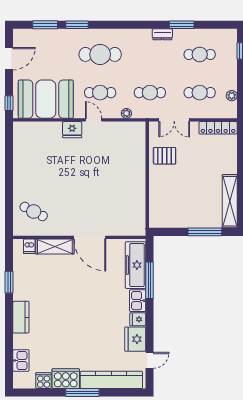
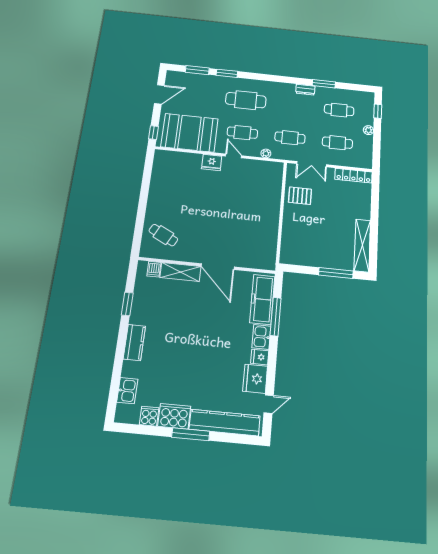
plant: (232, 96) -> (368, 130), moved

